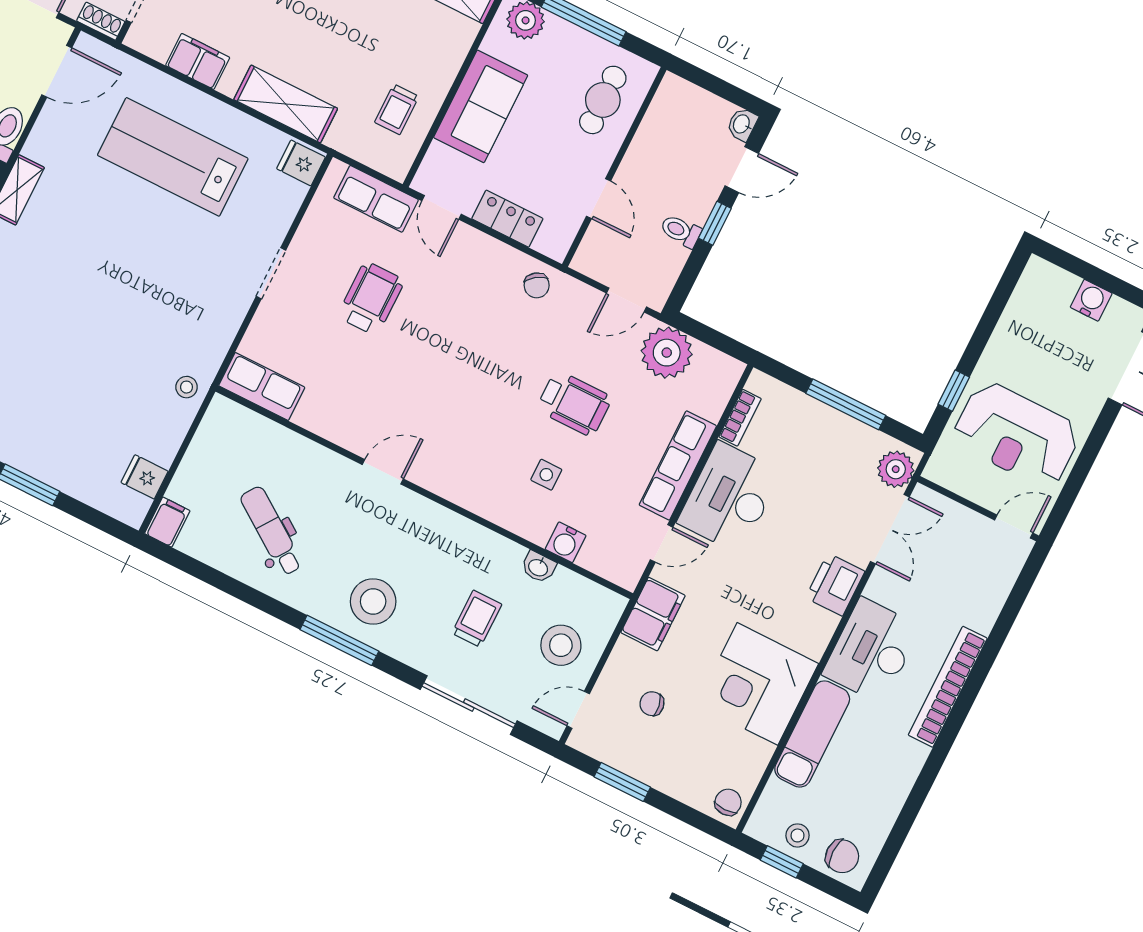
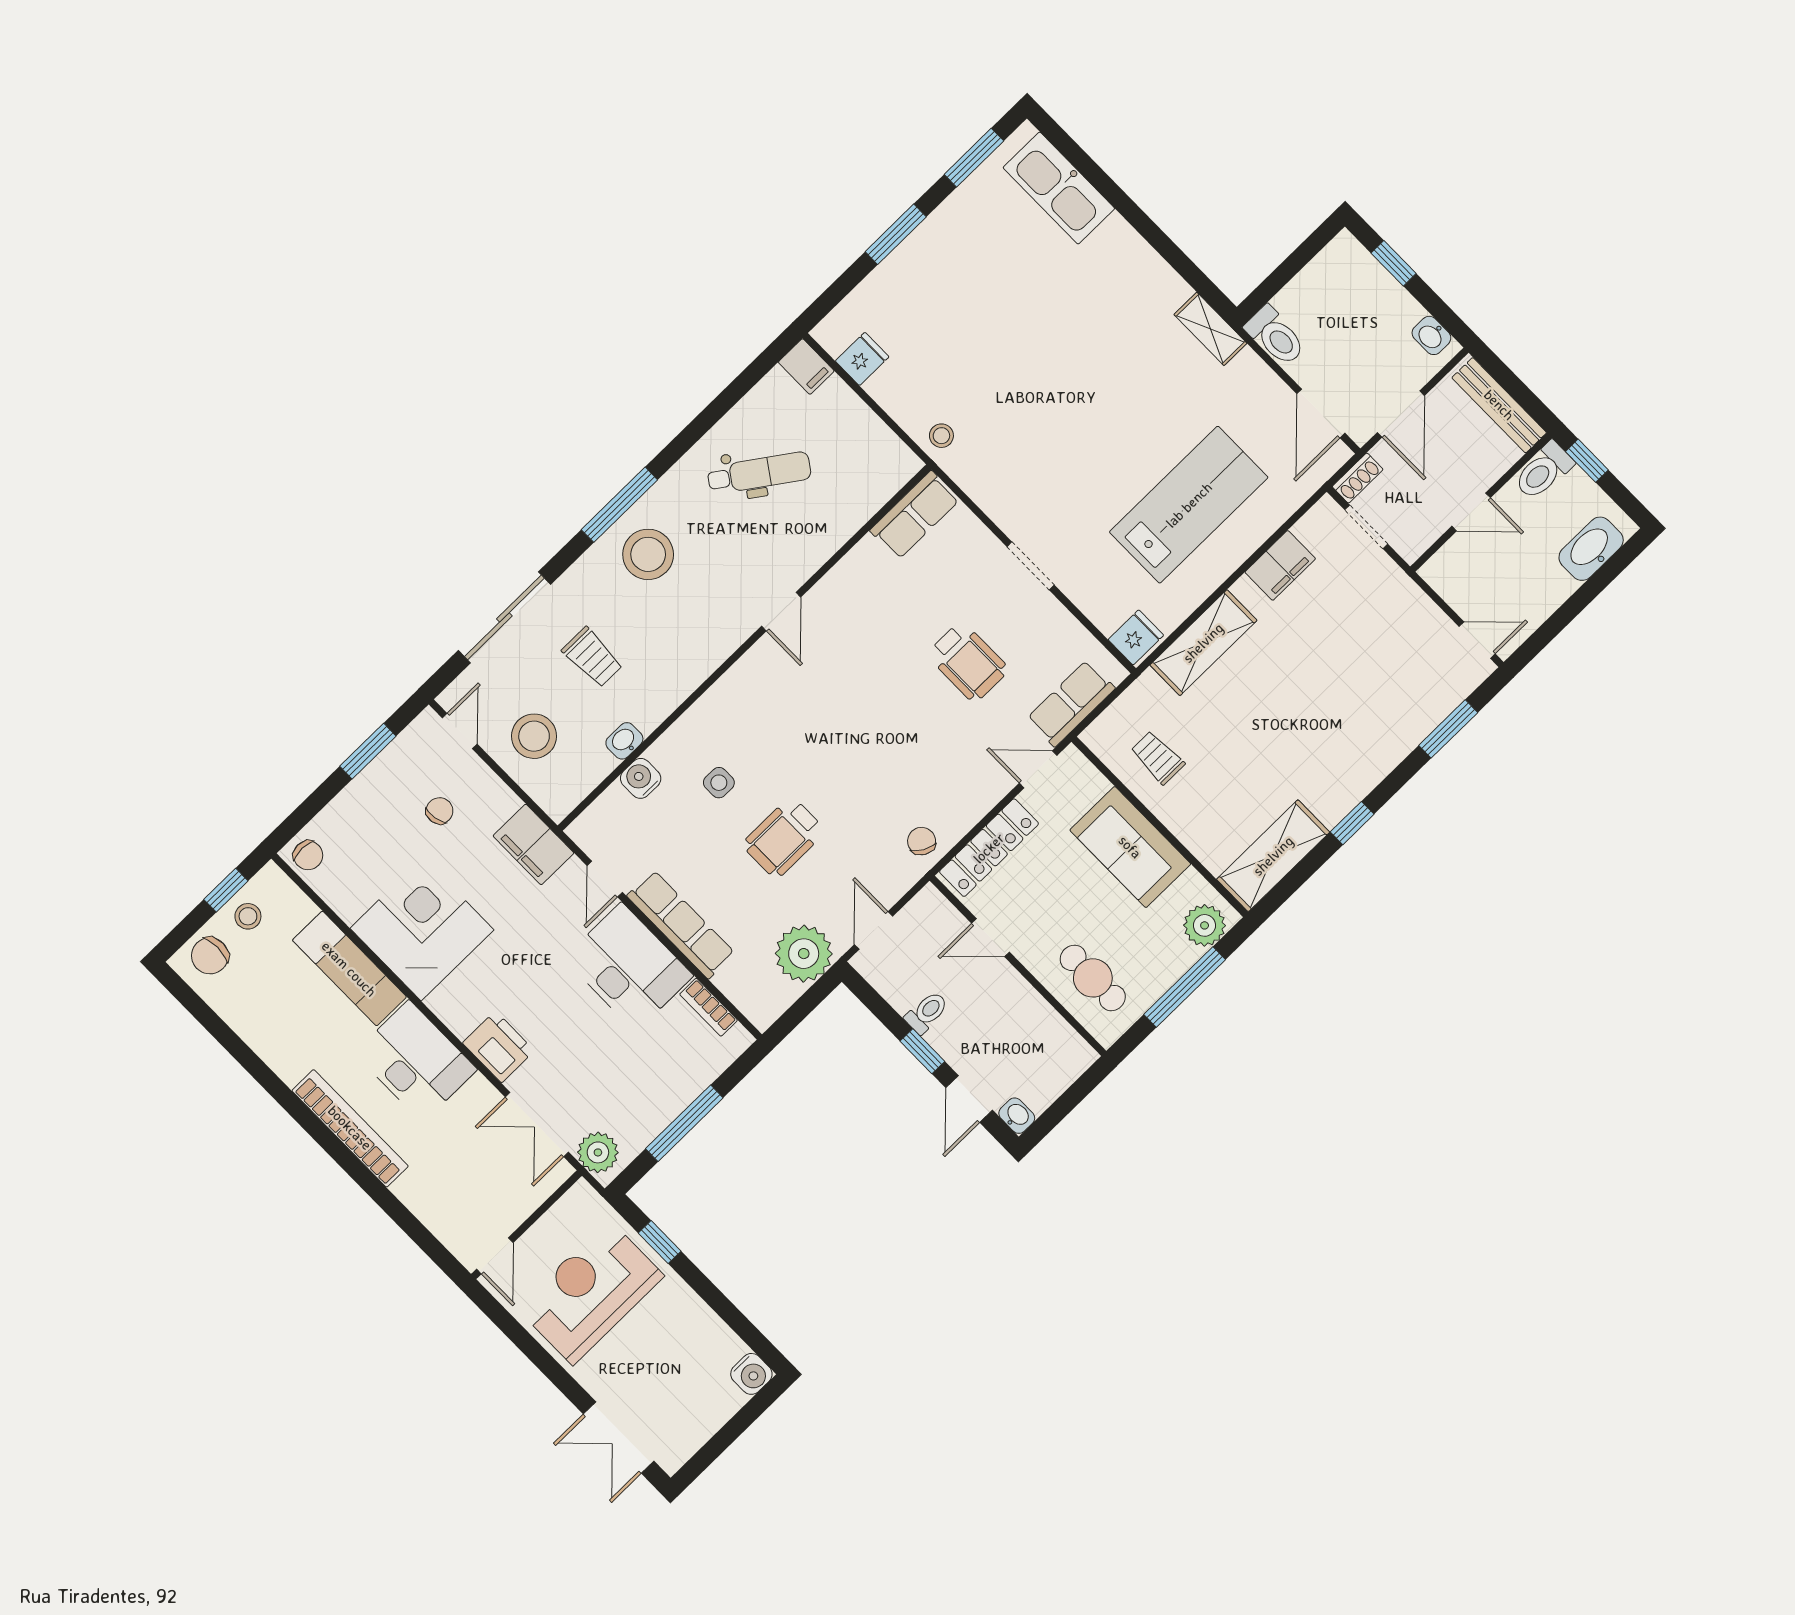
locker: (507, 219) -> (989, 848), width x1.53
chair: (537, 285) -> (922, 841), turned 64
water cooler: (1091, 300) -> (751, 1374), moved

